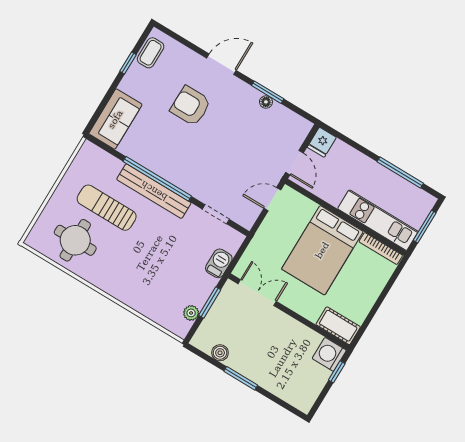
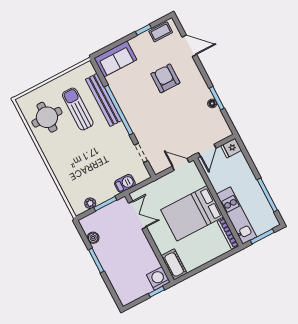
door: (221, 64) -> (189, 46), moved
bench: (154, 191) -> (104, 100), moved

